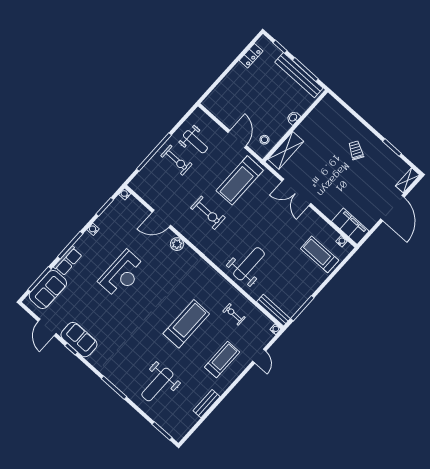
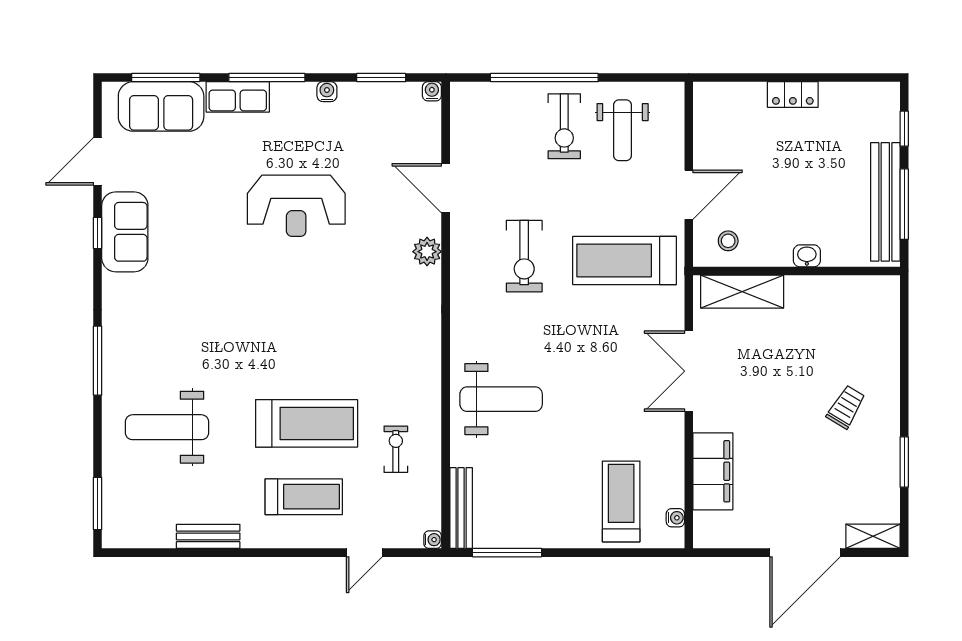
locker: (251, 56) -> (793, 95), moved
filing cabinet: (350, 226) -> (713, 471), moved
treadmill: (186, 324) -> (307, 423), moved

